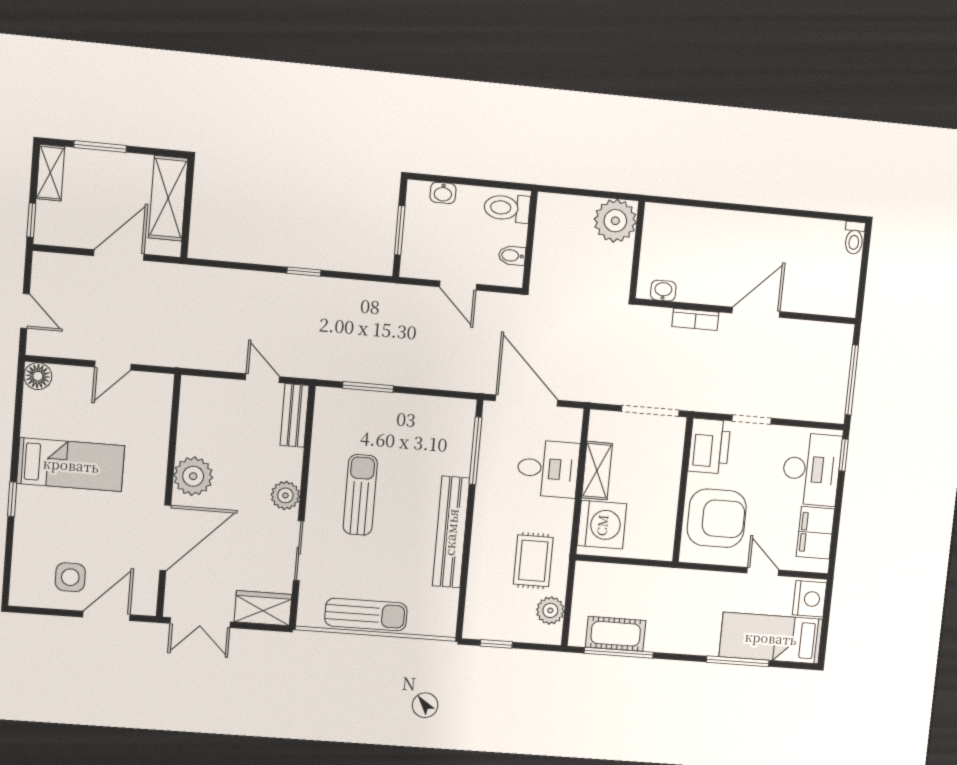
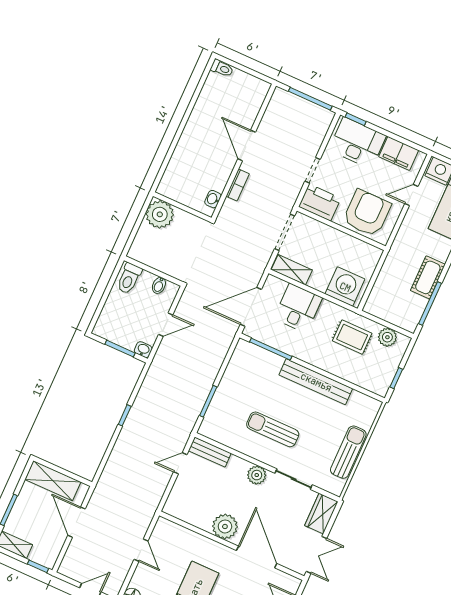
washbasin: (443, 193) -> (143, 350), moved, turned -90
shelving: (597, 471) -> (292, 270), moved
cot: (616, 634) -> (428, 277), moved

